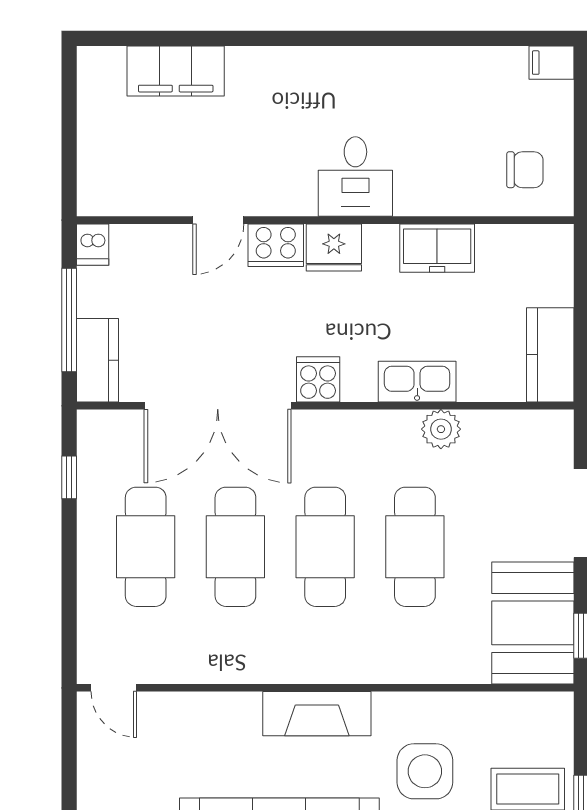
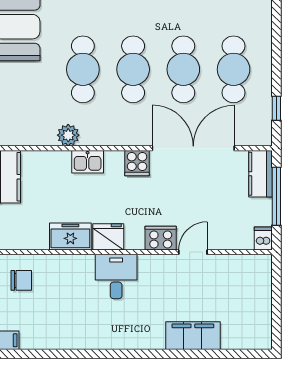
filing cabinet: (176, 71) -> (193, 336), moved
chair: (525, 170) -> (21, 280), turned 180
fridge: (334, 248) -> (108, 237), moved
kitchen sink: (417, 382) -> (88, 162), width x0.73

